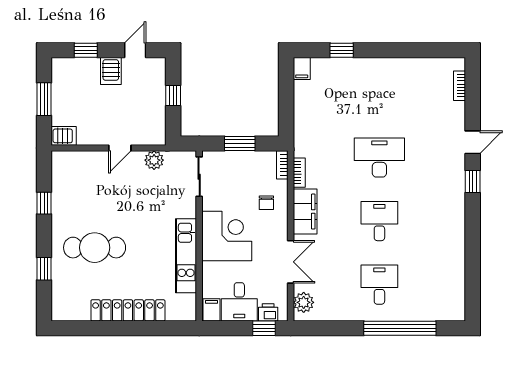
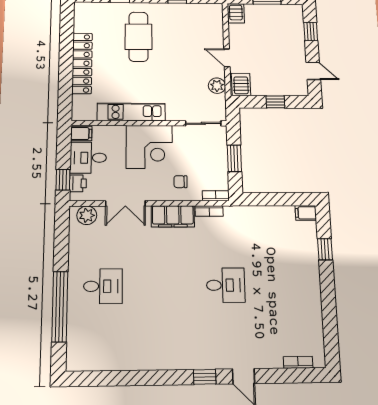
server rack: (111, 71) -> (241, 84), moved, turned 90
desk: (379, 157) -> (226, 285), width x0.73
desk: (379, 221) -> (165, 286), removed

